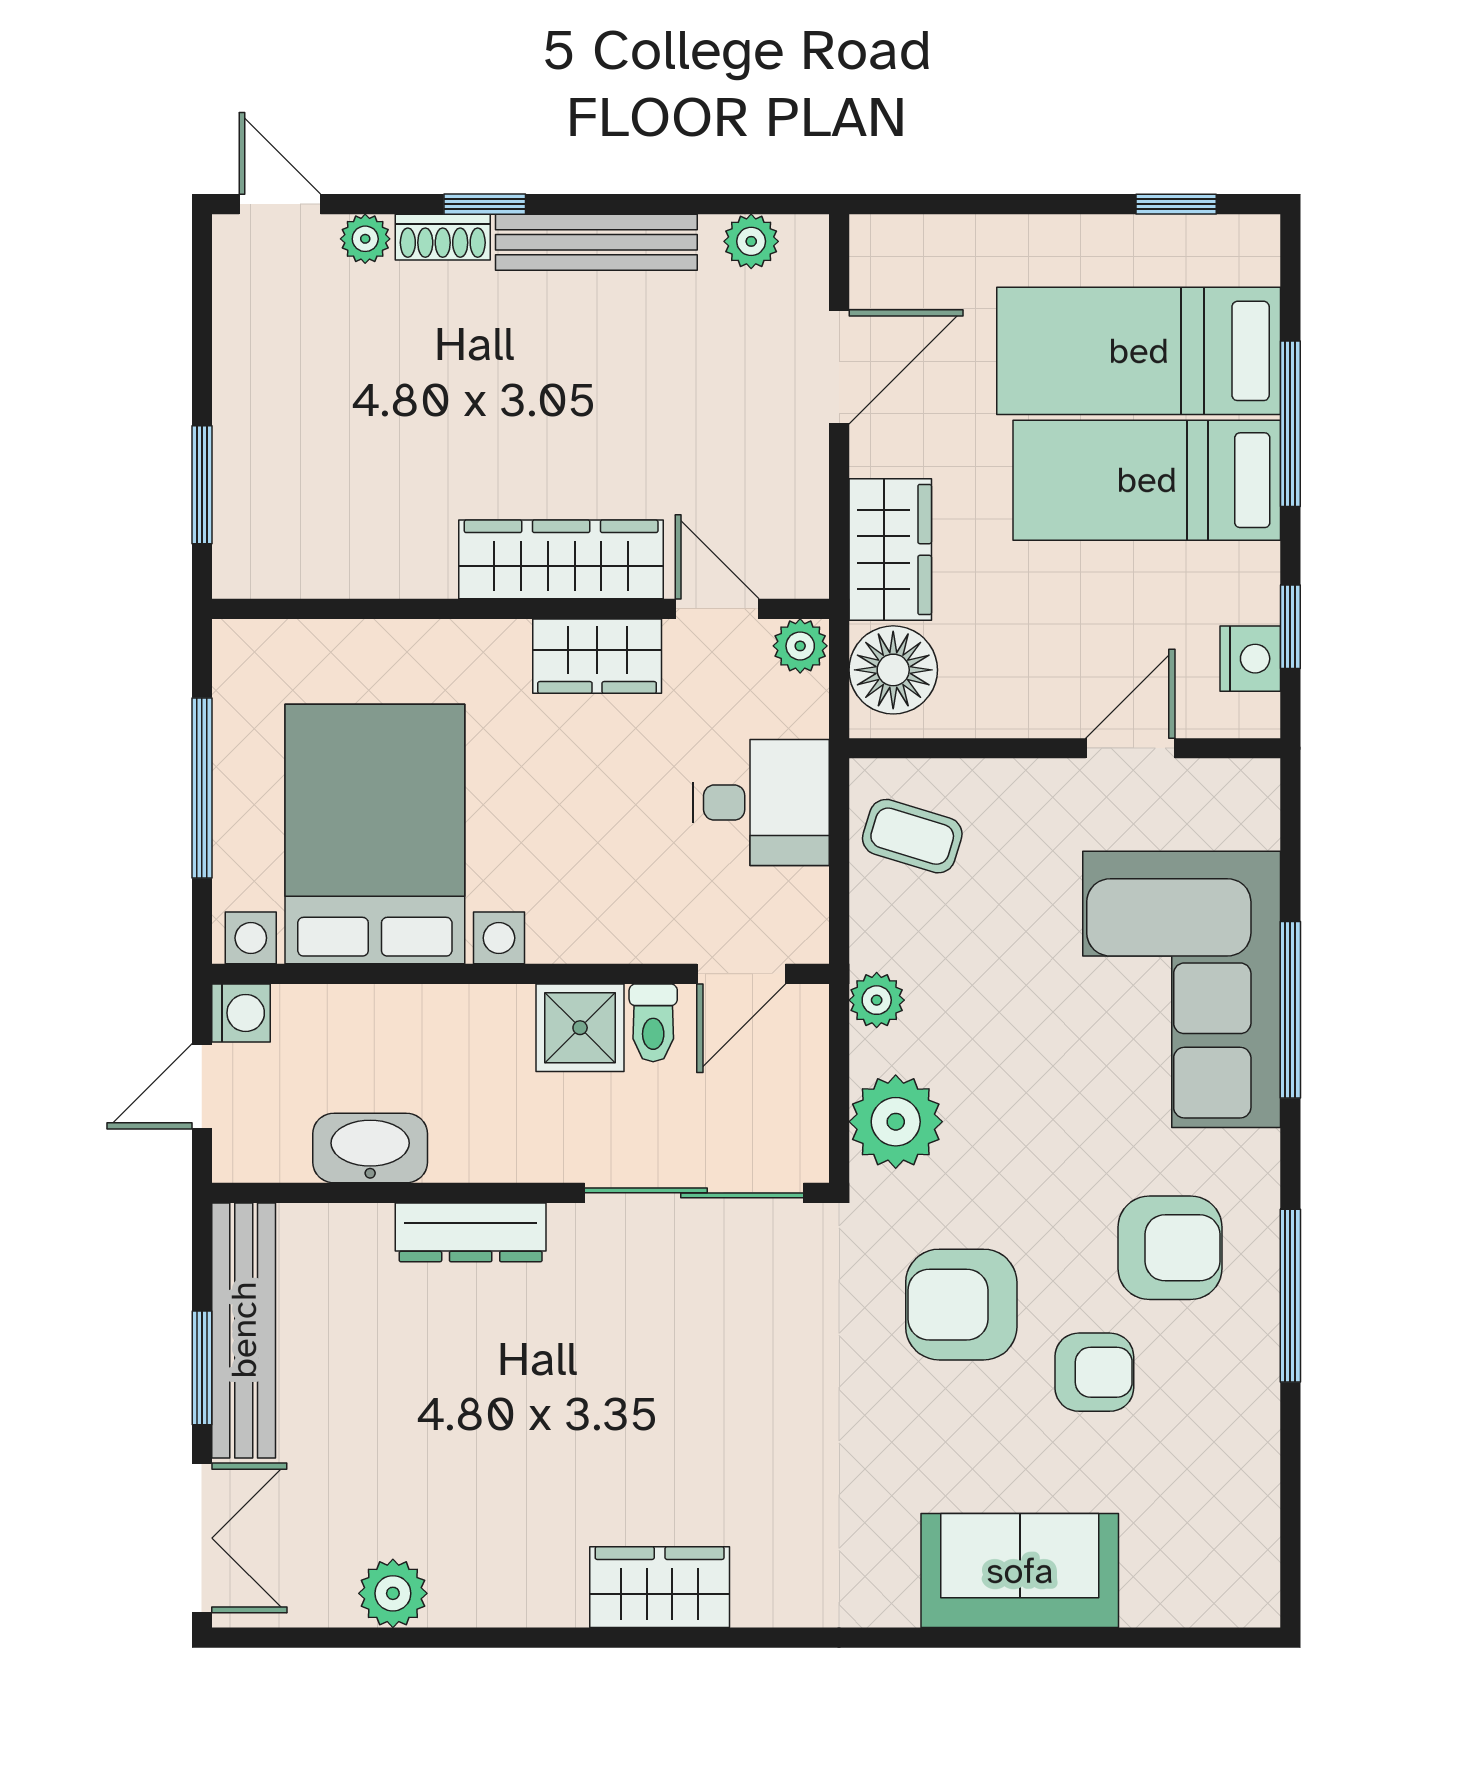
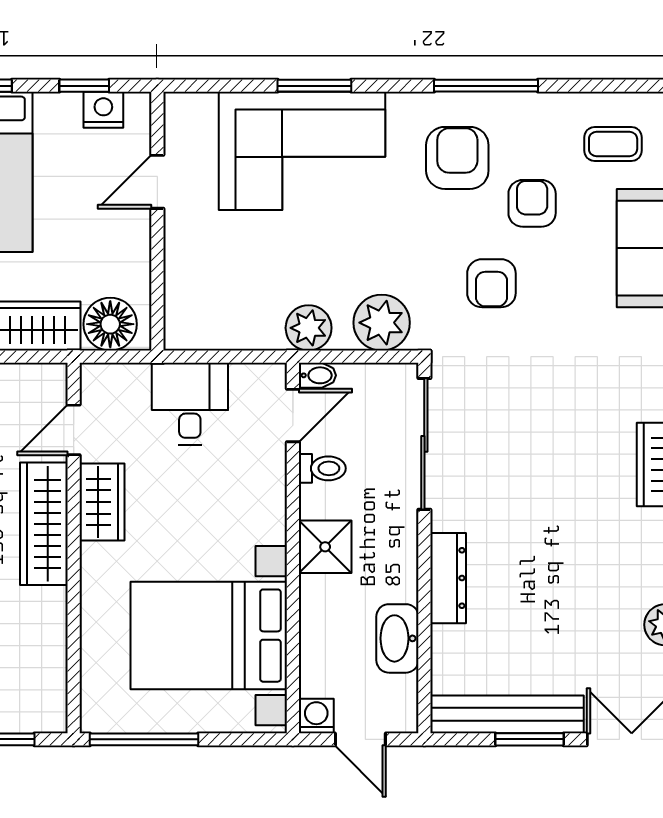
plant: (800, 646) -> (96, 380), removed
door: (1130, 748) -> (157, 182), hinge flipped
window: (202, 788) -> (144, 739), moved
coffee table: (912, 836) -> (613, 144), moved, turned 73
door: (741, 974) -> (293, 415), hinge flipped
plant: (877, 1000) -> (309, 328), width x1.38, depth x1.38
window: (1290, 1010) -> (314, 86), width x0.69
bidet: (808, 1015) -> (317, 375), added
shower: (580, 1028) -> (325, 547), moved
armchair: (961, 1305) -> (491, 283), width x0.72, depth x0.72

